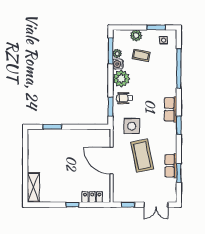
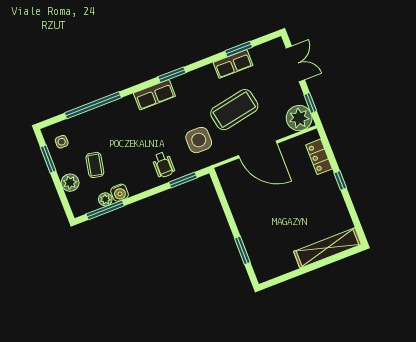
plant: (121, 79) -> (299, 118), moved
door: (112, 161) -> (258, 149), hinge flipped
shelving: (33, 187) -> (328, 248), width x1.47

